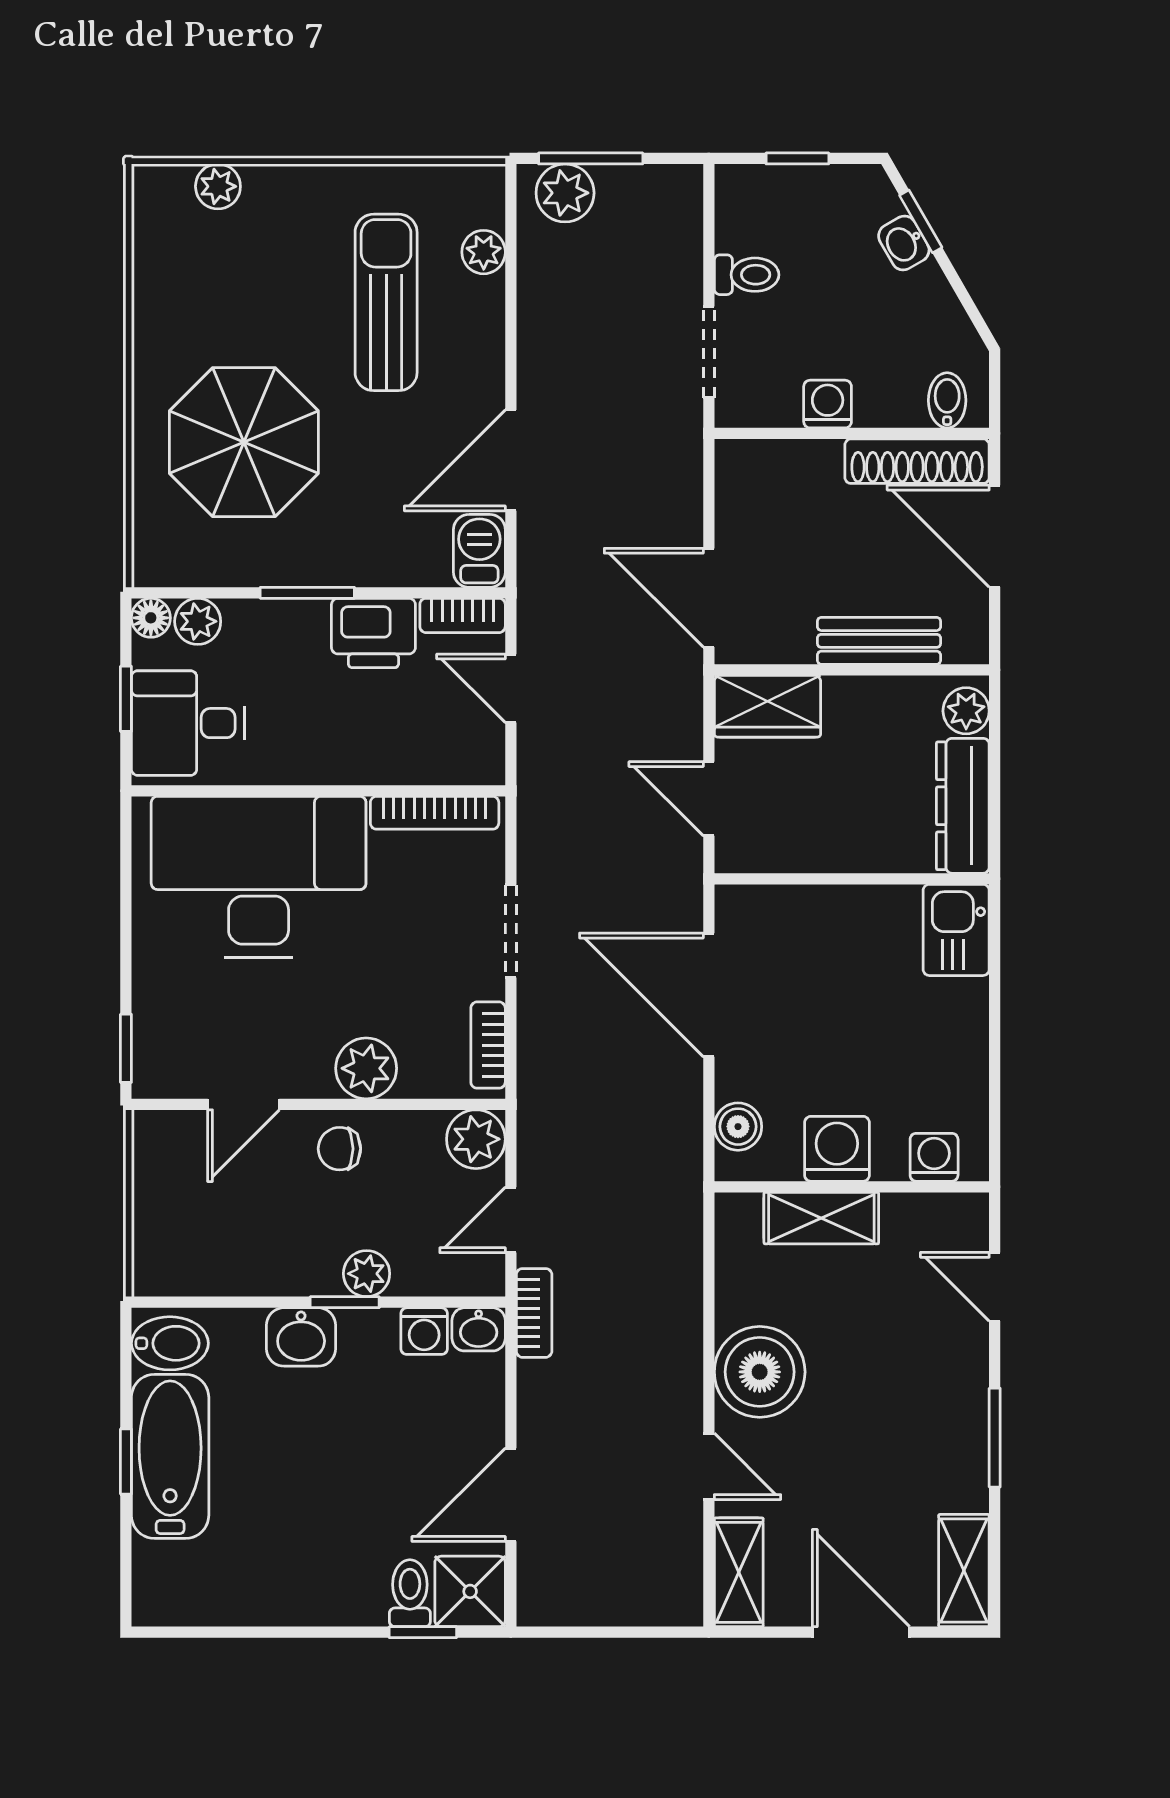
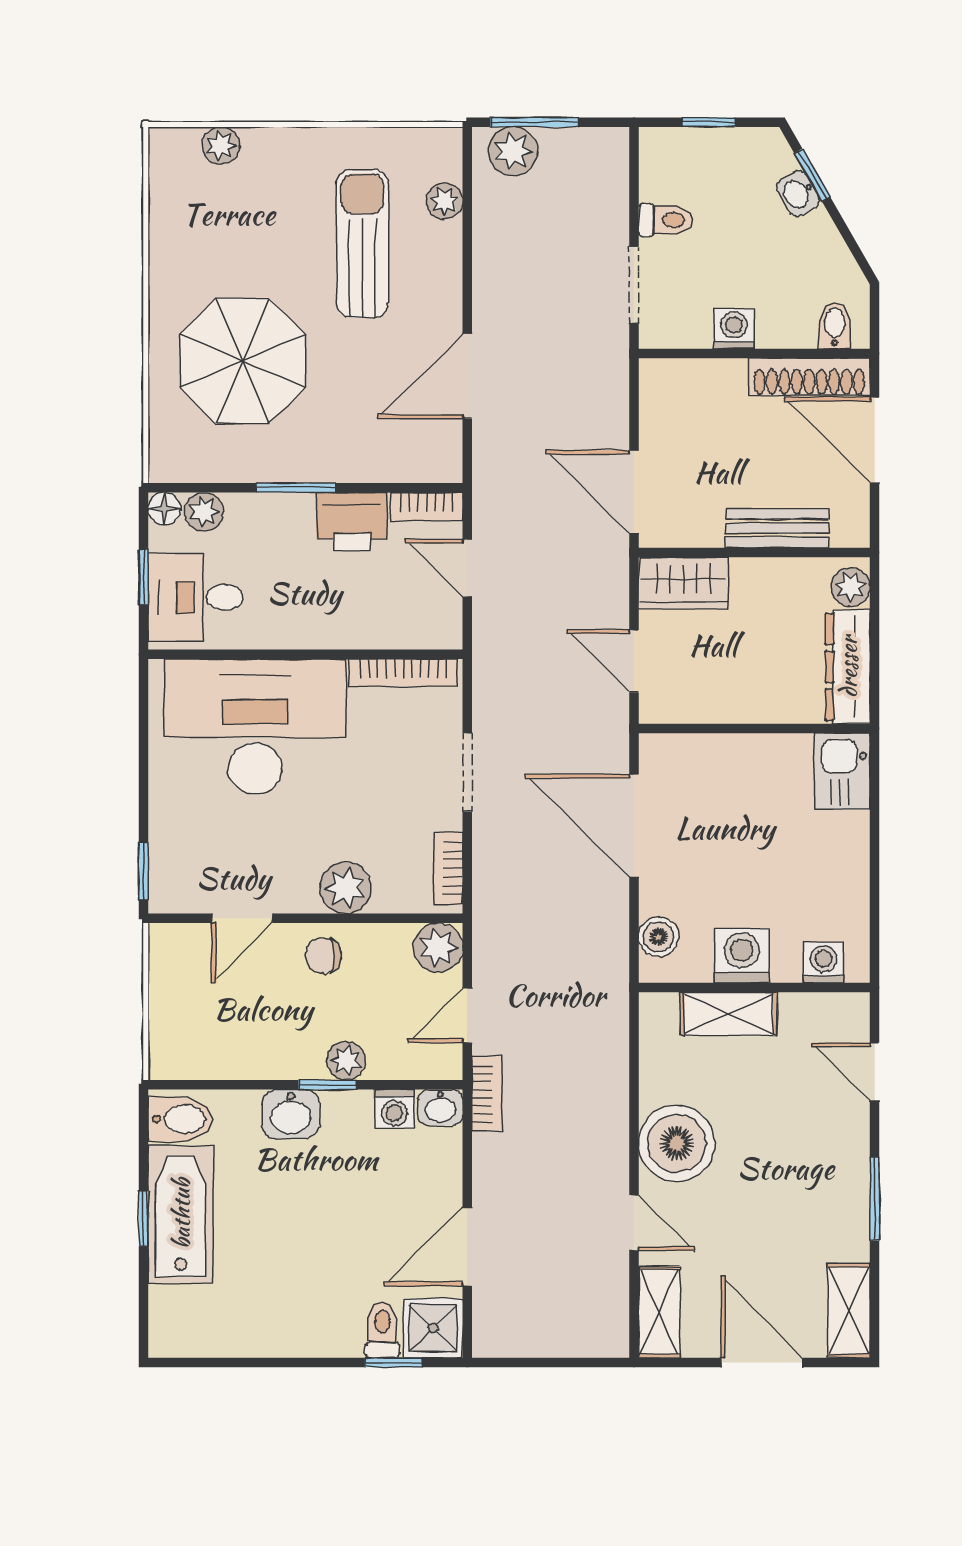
barbecue: (479, 551) -> (441, 452), removed

